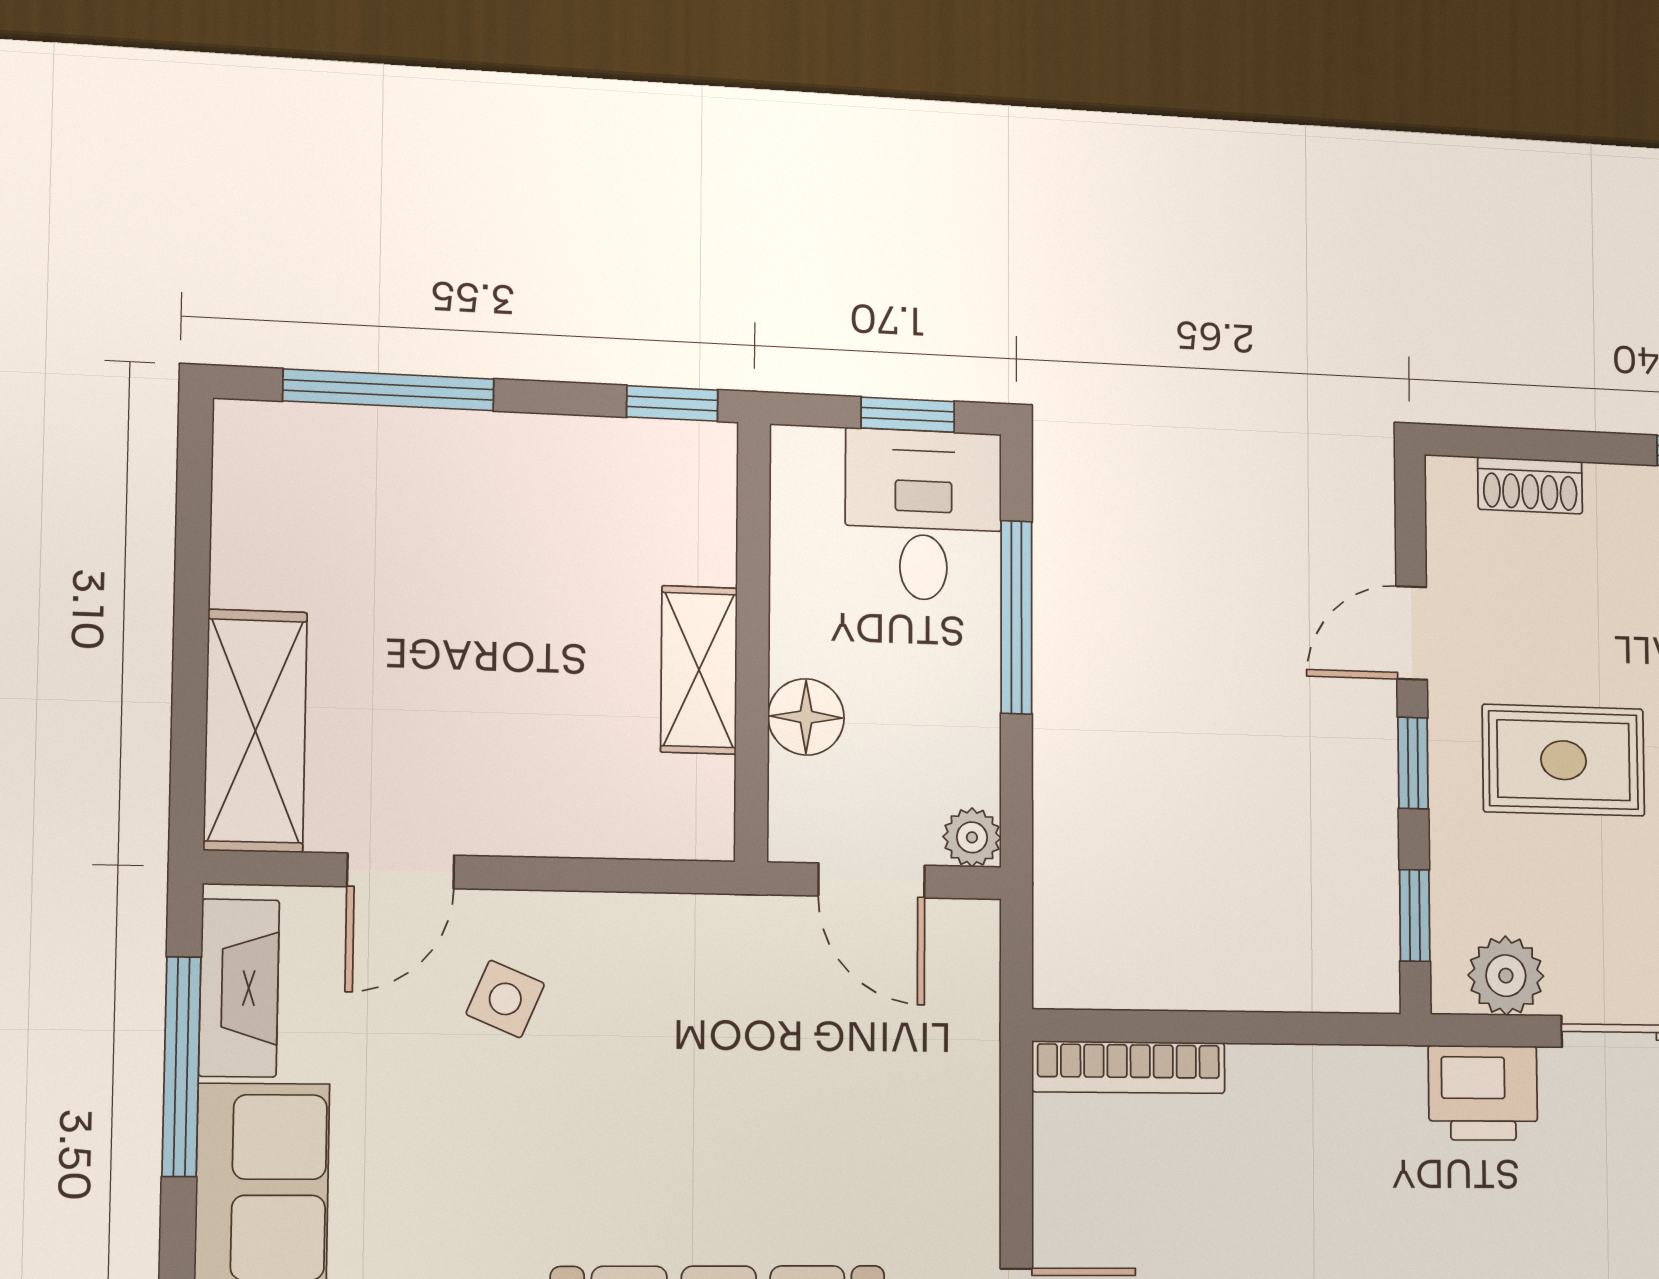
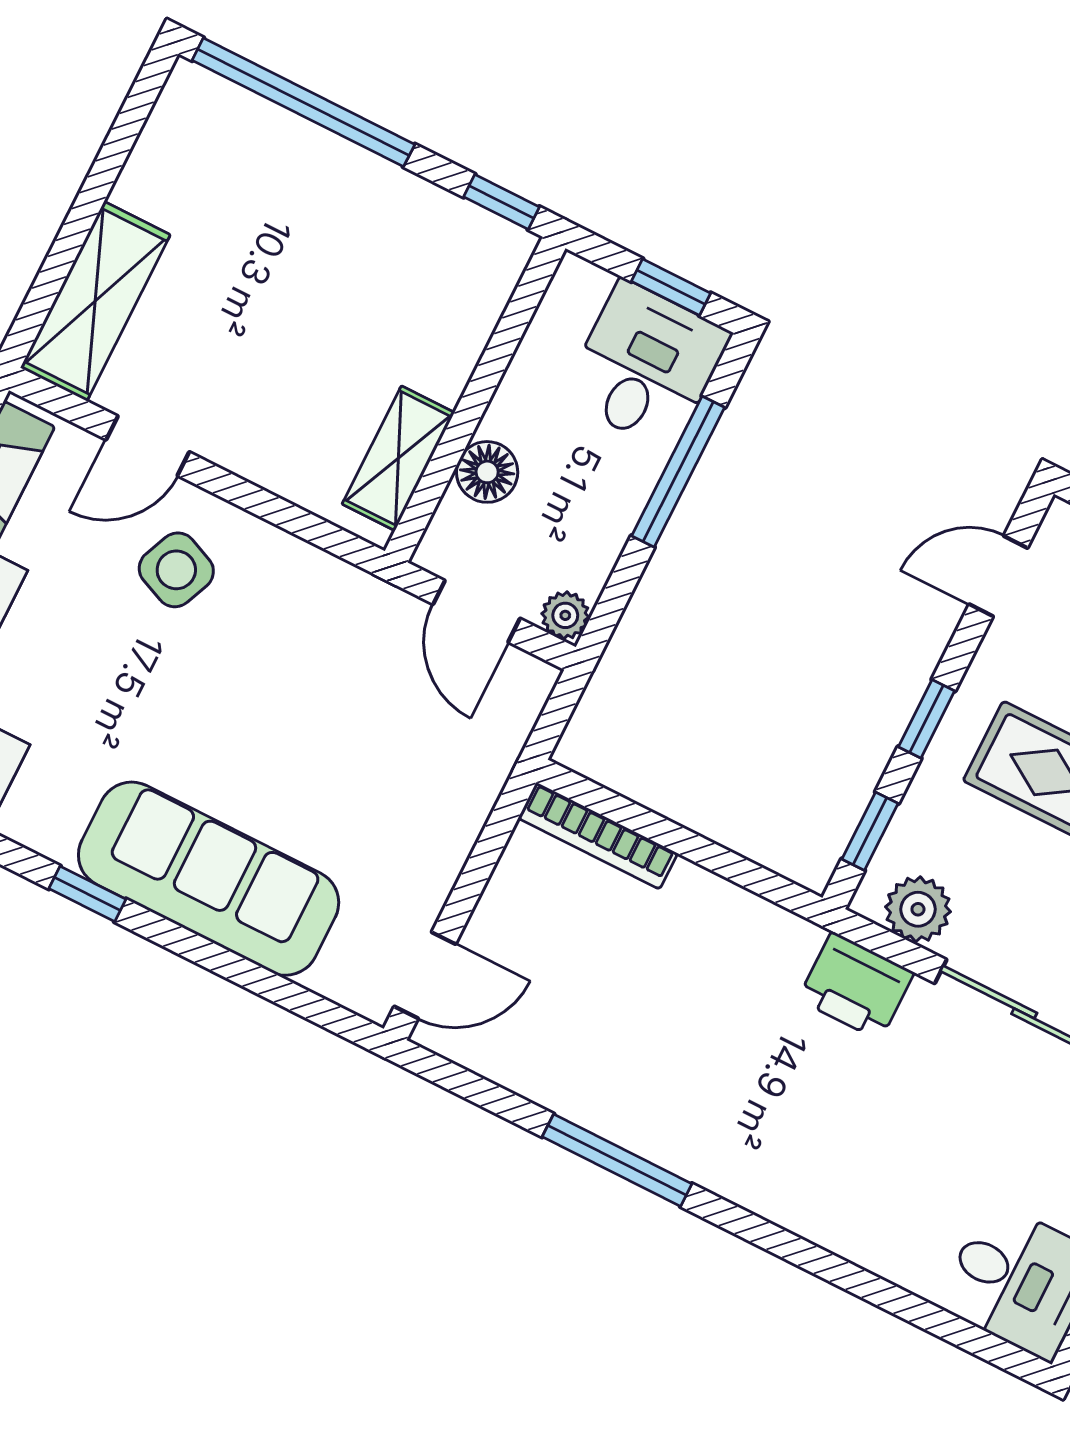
window: (389, 390) -> (303, 102), width x1.46
door: (1412, 633) -> (998, 576), moved
shelving: (699, 670) -> (398, 458), moved
side table: (505, 999) -> (176, 570), width x1.37, depth x1.37

